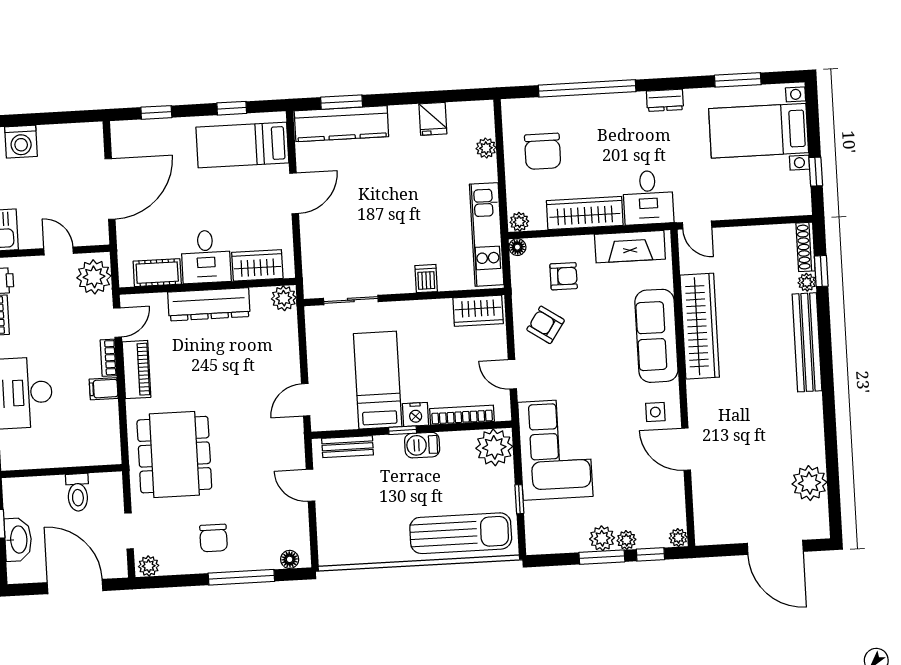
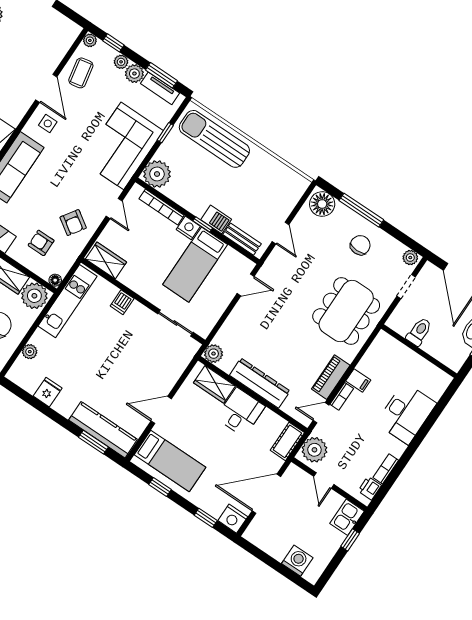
nightstand: (126, 134) -> (233, 519), added
plant: (519, 222) -> (34, 296), width x1.87, depth x1.87
cot: (157, 273) -> (287, 441), moved, turned 90
barbecue: (422, 445) -> (216, 219), moved
coffee table: (661, 495) -> (81, 73), added
tv unit: (562, 543) -> (160, 88), added
window: (602, 557) -> (162, 75), moved
floor lamp: (290, 559) -> (322, 204), width x1.89, depth x1.89

